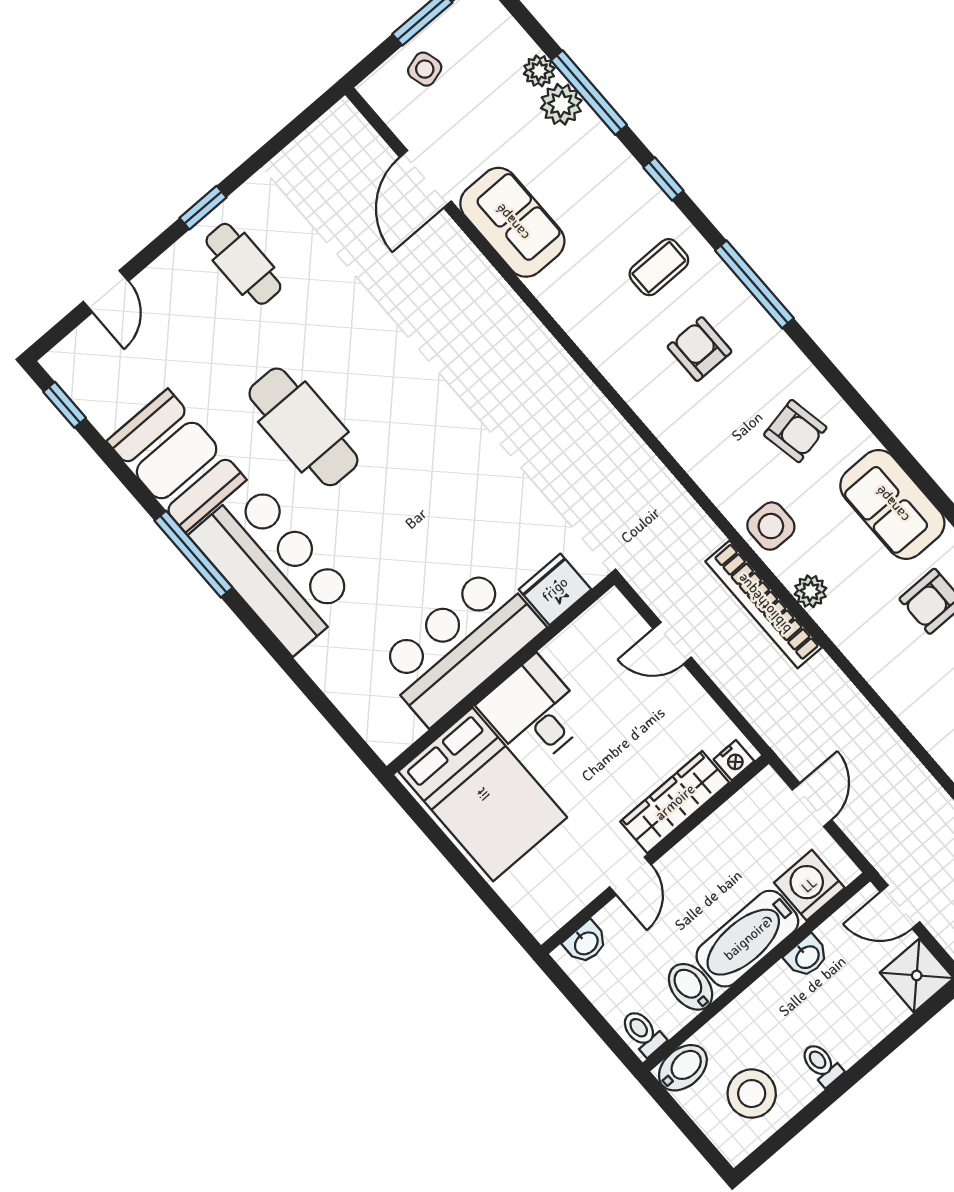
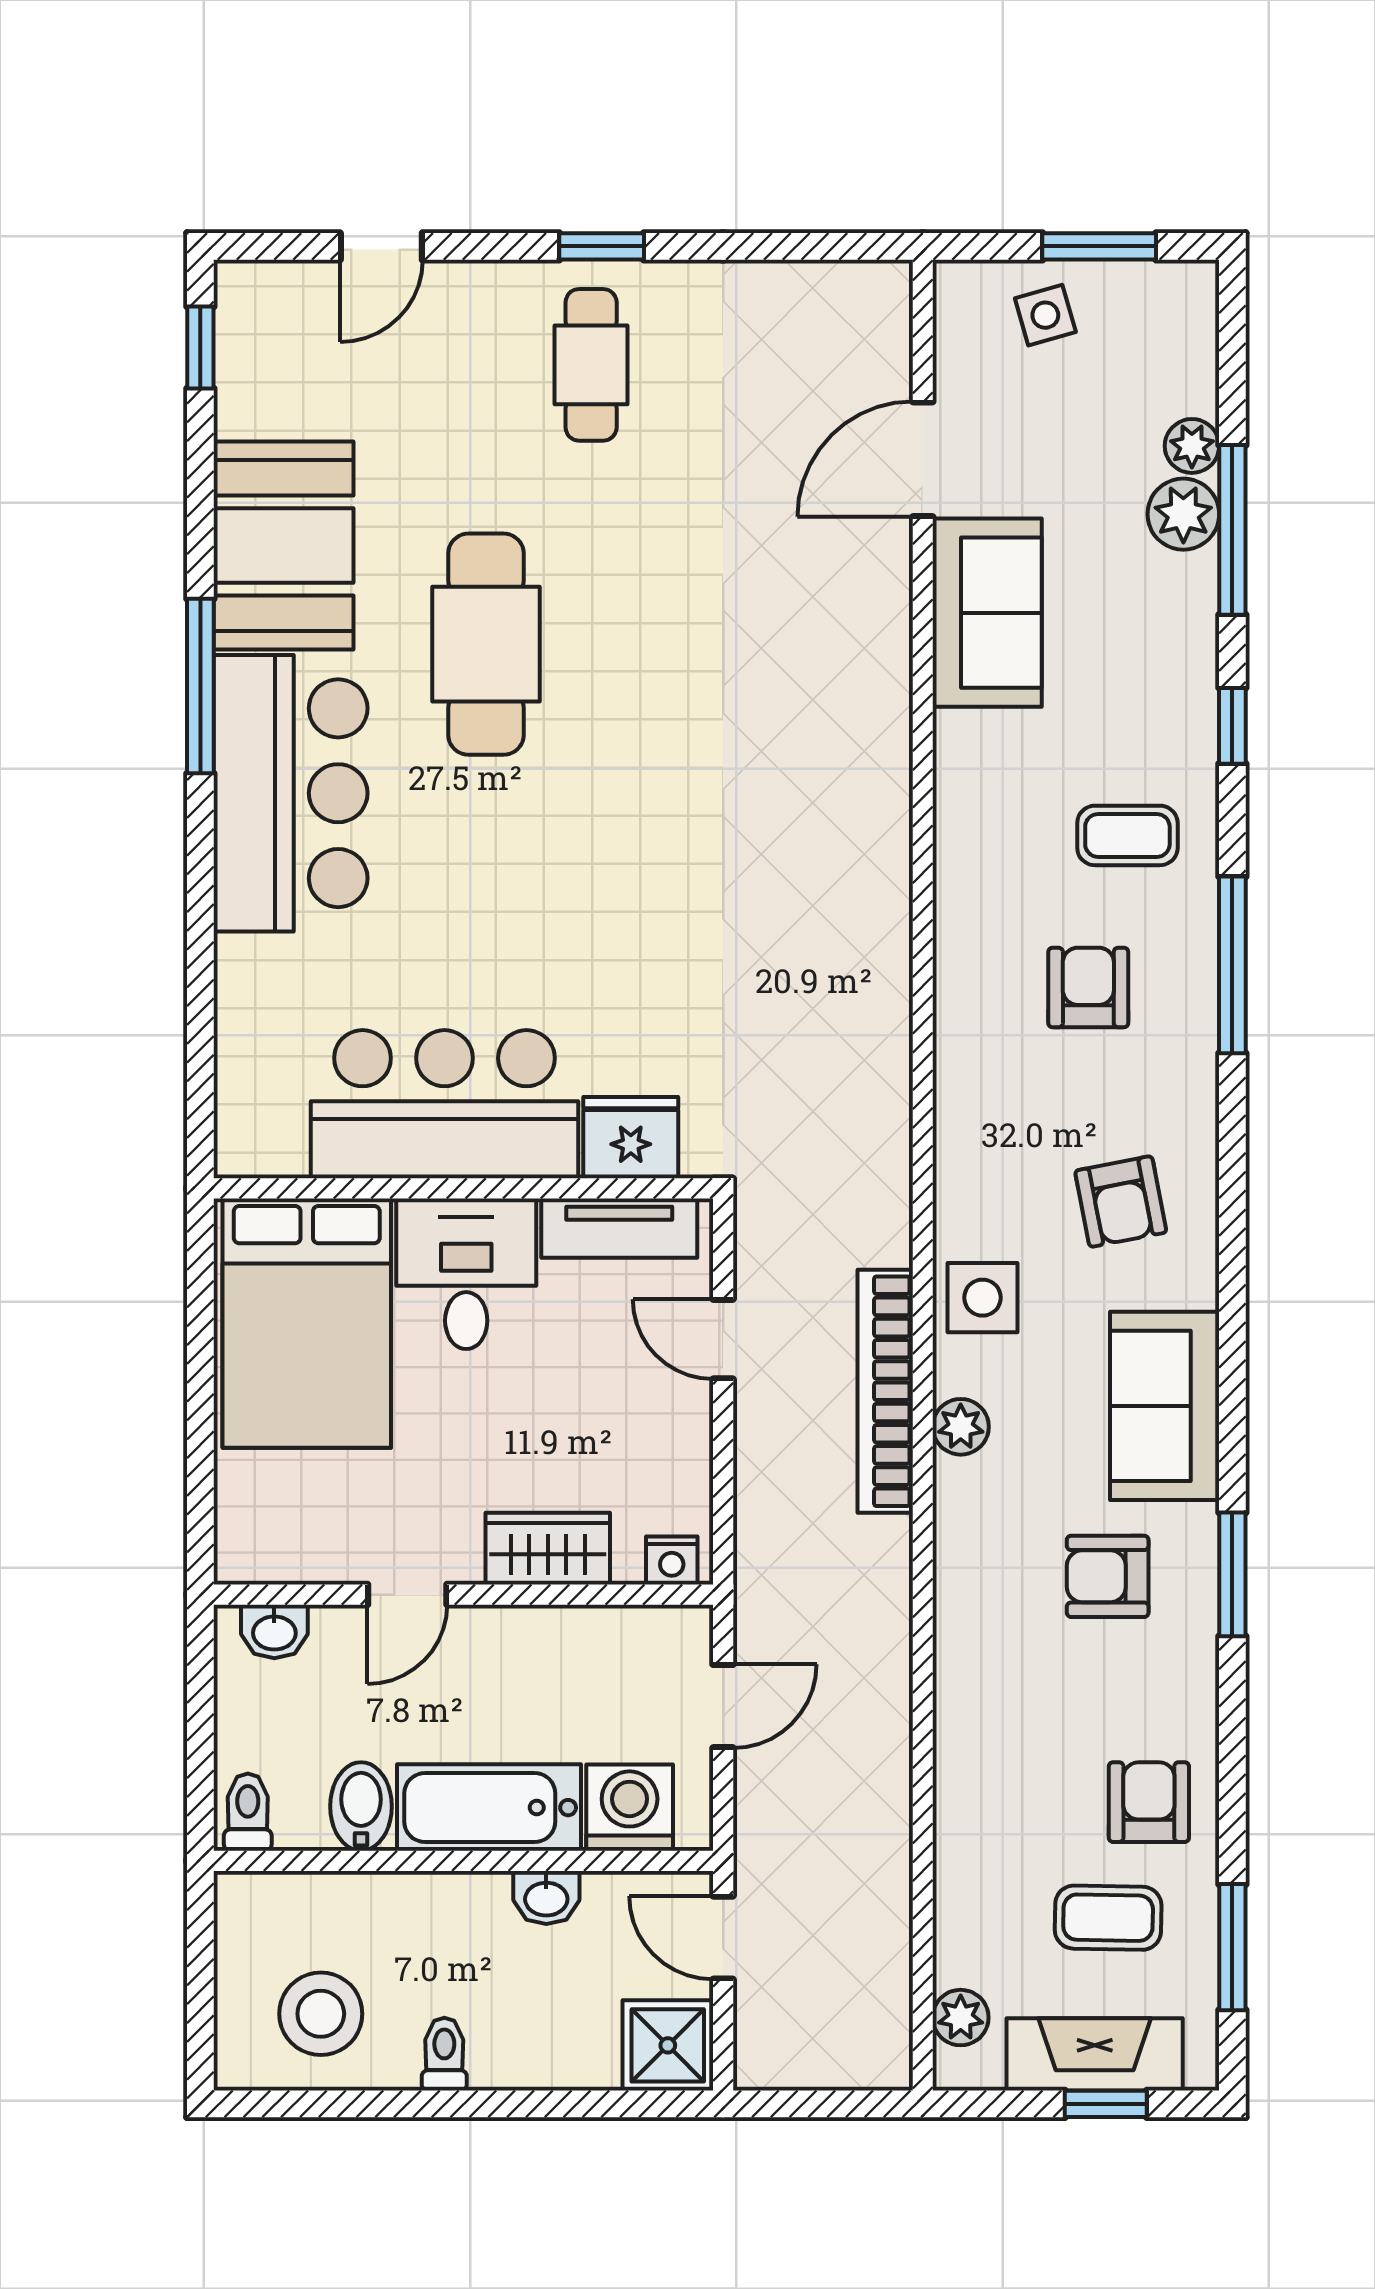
tv unit: (584, 634) -> (619, 1228), added
wardrobe: (675, 802) -> (548, 1549), width x0.67
bidet: (683, 1068) -> (260, 1903), removed

